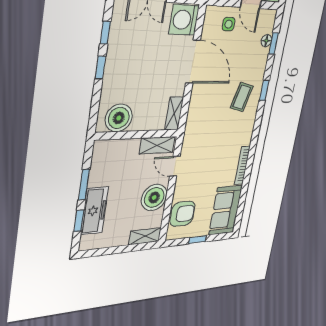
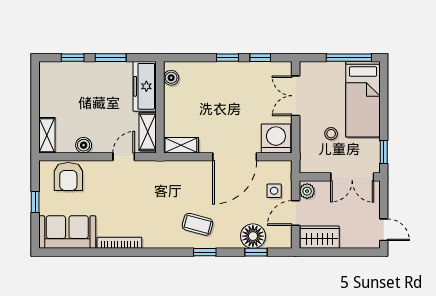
floor lamp: (266, 41) -> (253, 236), width x1.89, depth x1.89
boiler: (119, 118) -> (171, 78), width x0.54, depth x0.54
boiler: (154, 197) -> (84, 145), width x0.54, depth x0.54
freezer: (94, 211) -> (145, 86), moved, turned 90

